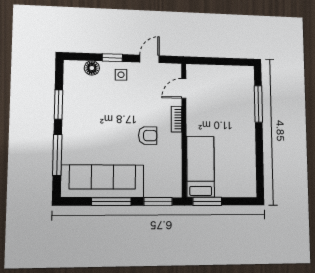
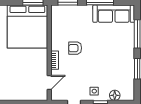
bed: (200, 167) -> (27, 26), width x2.04
sofa: (103, 181) -> (114, 14), width x0.74, depth x0.79

